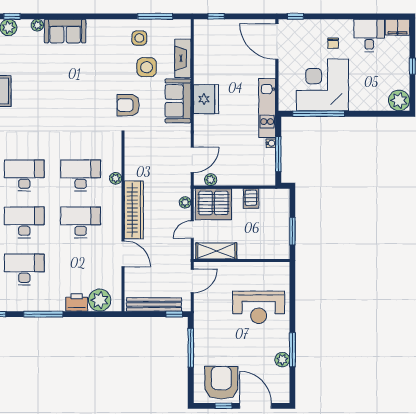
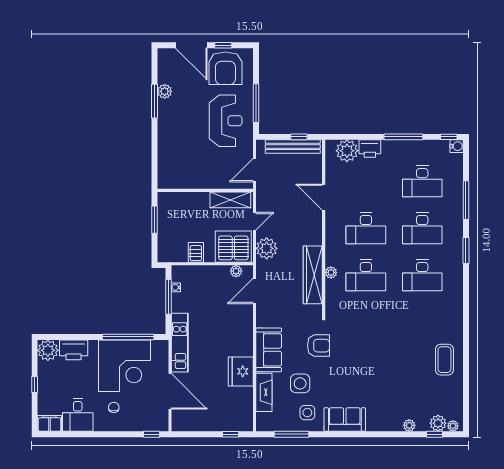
sofa: (65, 31) -> (345, 419), moved
door: (277, 42) -> (170, 391), moved
fridge: (206, 99) -> (241, 371), moved
printer: (373, 101) -> (74, 350), added
water cooler: (271, 143) -> (176, 287), moved
plant: (185, 202) -> (267, 248), width x1.88, depth x1.88
wardrobe: (134, 210) -> (313, 275), moved
reception desk: (259, 307) -> (226, 121), moved, turned 90
window: (174, 314) -> (299, 137), moved

